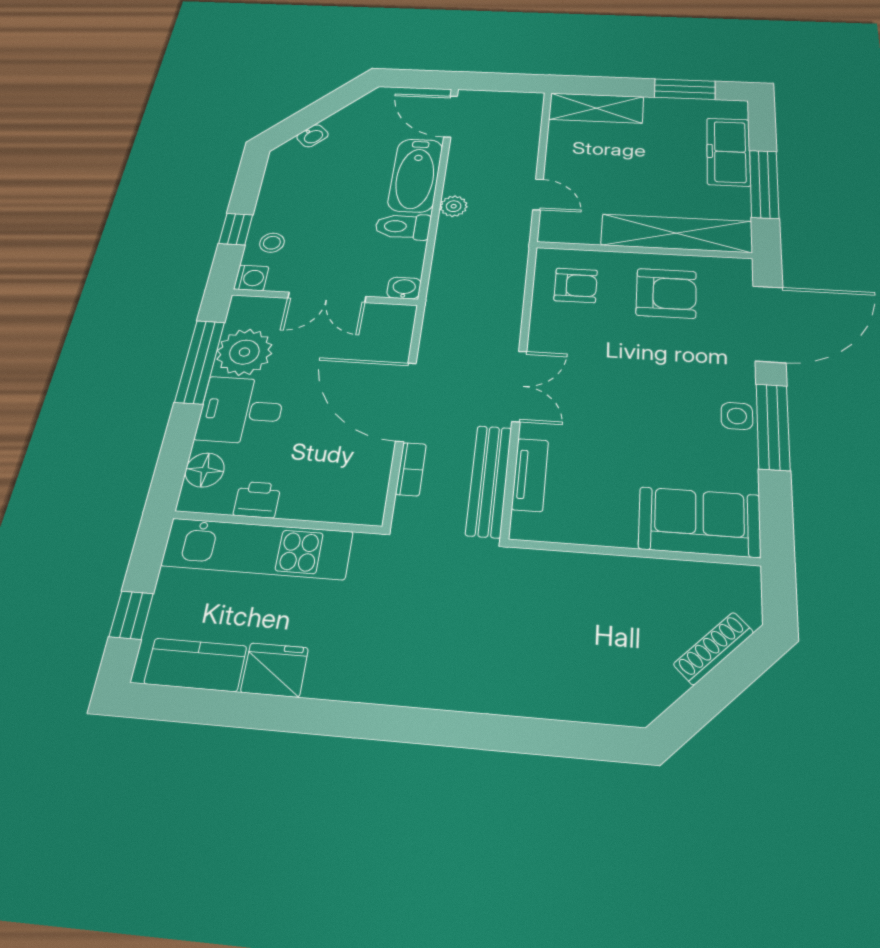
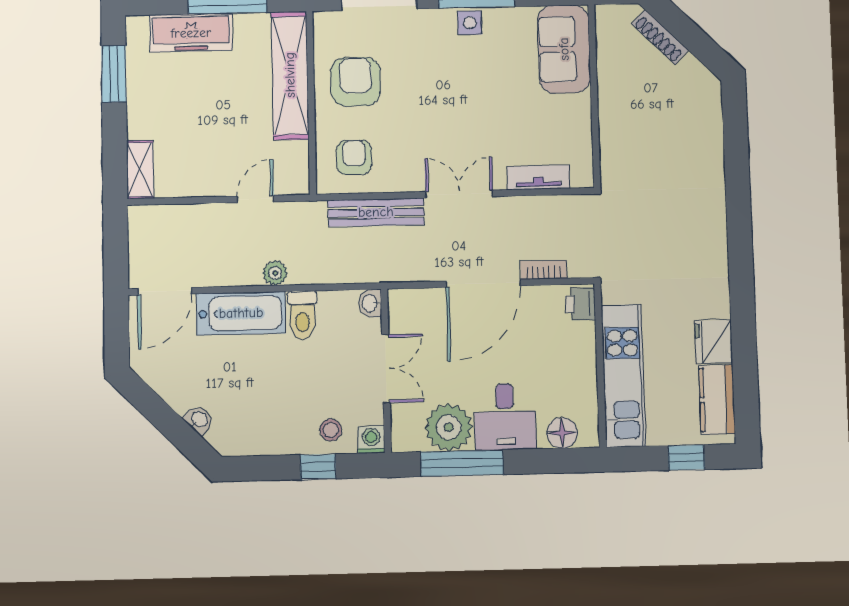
shelving: (596, 108) -> (140, 170), width x0.67, depth x0.75
bench: (489, 481) -> (376, 212), moved
printer: (257, 500) -> (580, 304), moved

